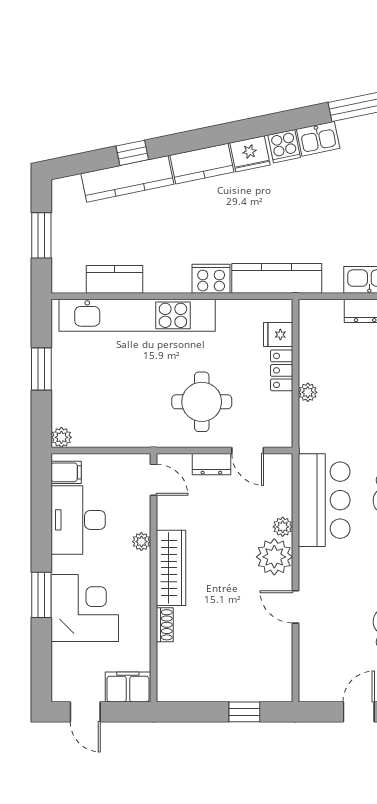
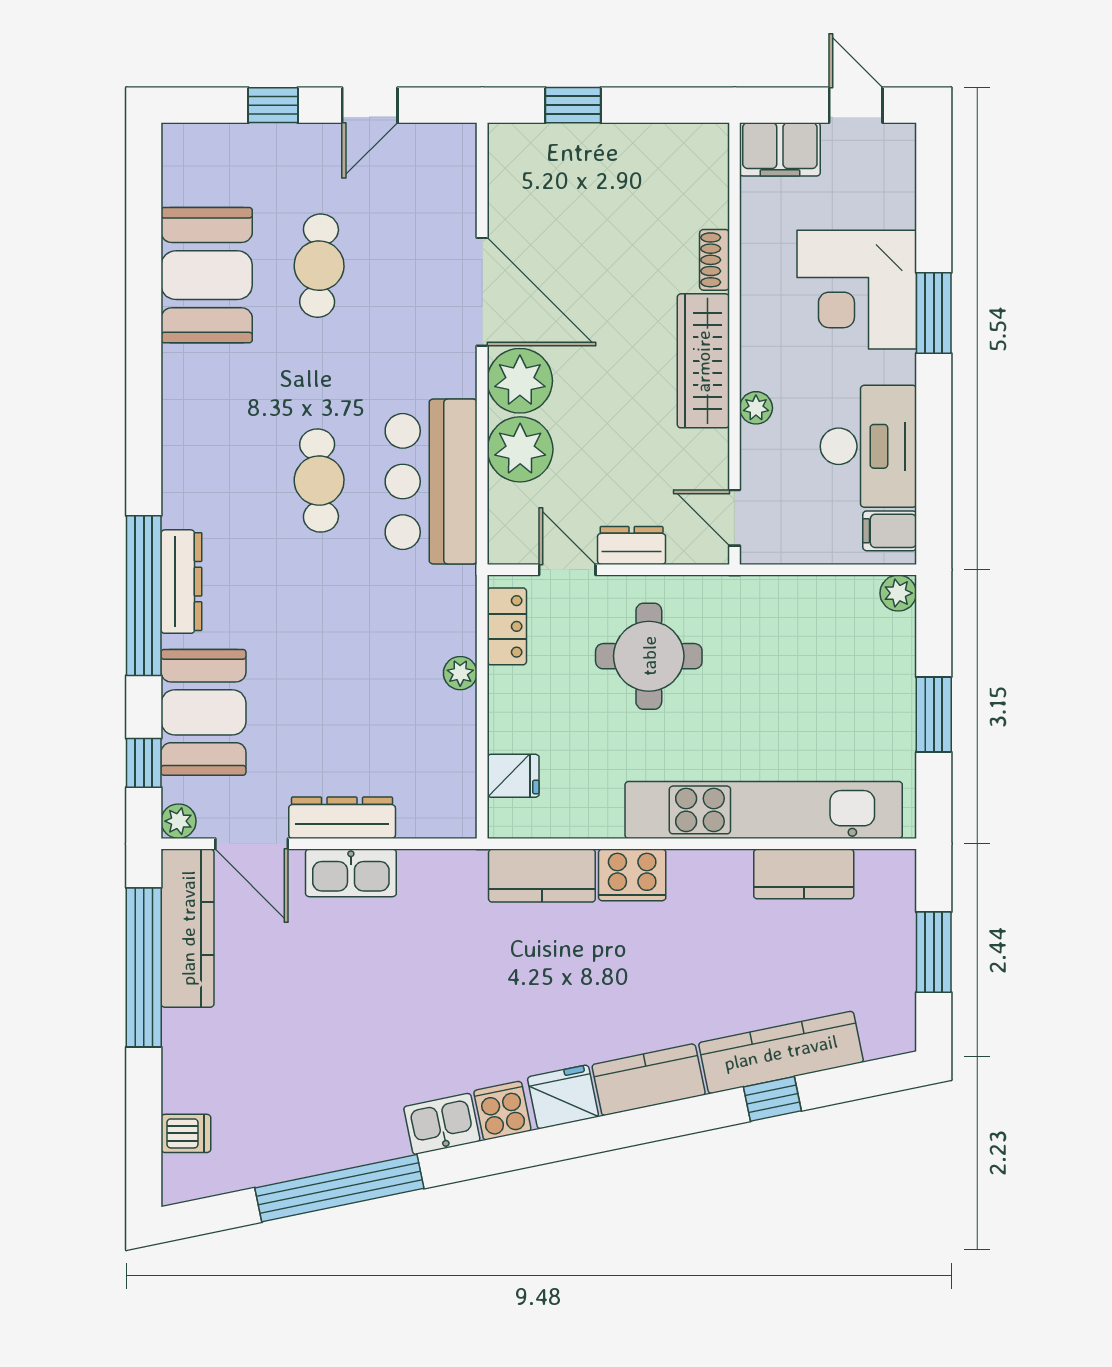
kitchen counter: (277, 278) -> (542, 876), width x0.67
locker: (282, 370) -> (507, 626), moved
plant: (283, 527) -> (520, 449), width x1.87, depth x1.87
door: (295, 607) -> (482, 292), width x1.88

